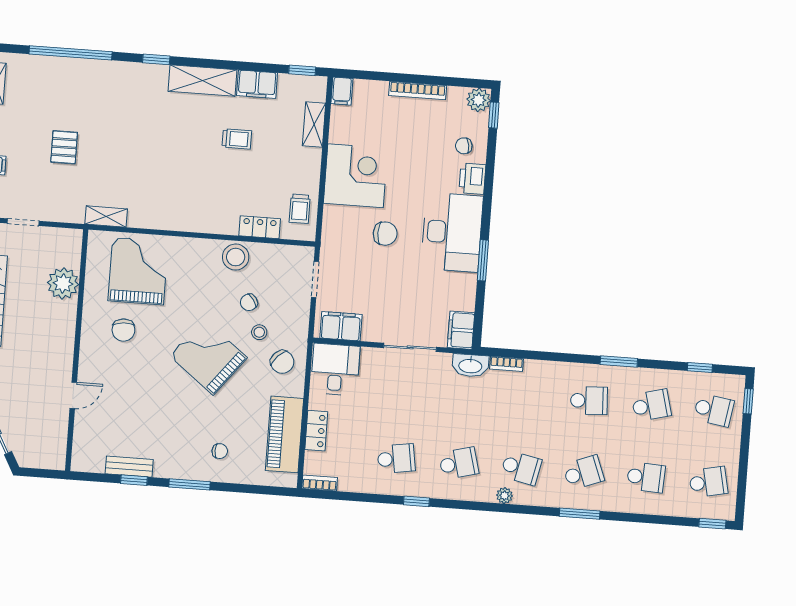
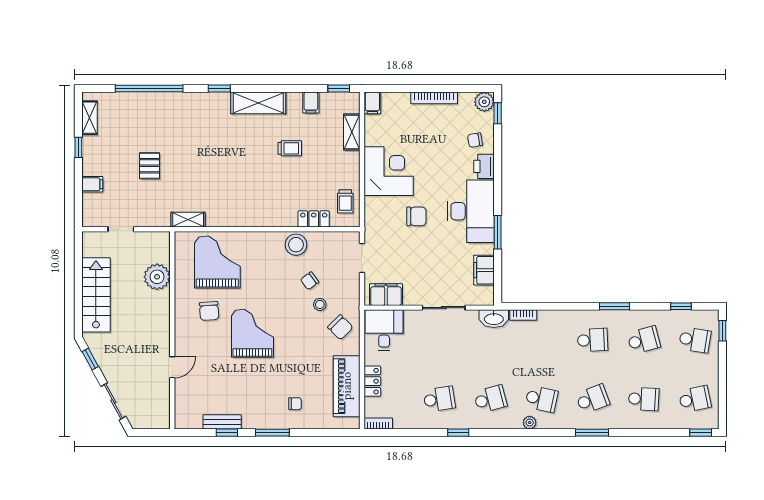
filing cabinet: (257, 84) -> (311, 103), width x0.50
filing cabinet: (461, 330) -> (484, 270), moved
grand piano: (208, 357) -> (252, 333), moved, turned 52

